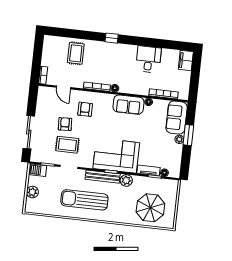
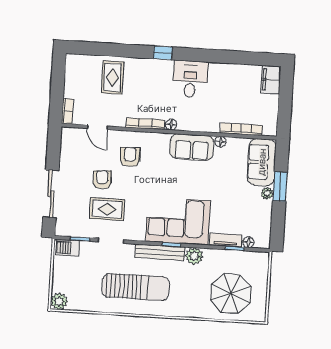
desk: (148, 59) -> (190, 79), moved
plant: (32, 192) -> (59, 301), moved
sun lounger: (84, 200) -> (136, 287), turned 180

